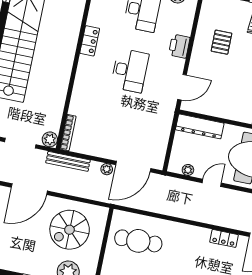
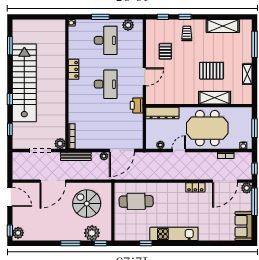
printer: (179, 46) -> (137, 105), moved
door: (182, 87) -> (144, 77), moved
spiral stairs: (70, 230) -> (87, 204), turned 90

